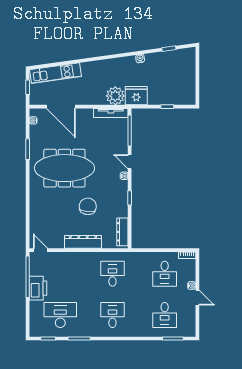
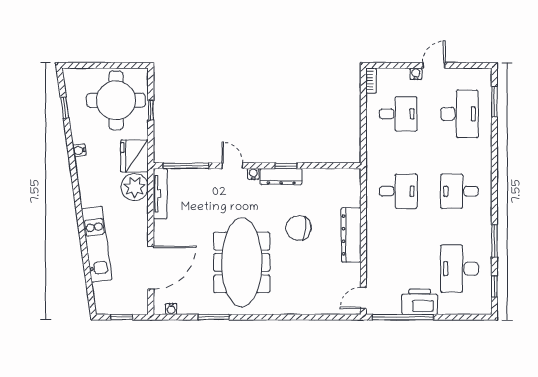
kitchen unit: (56, 73) -> (97, 244), moved
round table: (174, 83) -> (116, 100), added
door: (130, 162) -> (232, 166), swing flipped
dresser: (122, 232) -> (281, 176), moved
desk: (112, 274) -> (398, 191), turned 180
desk: (165, 315) -> (459, 114), width x1.37

